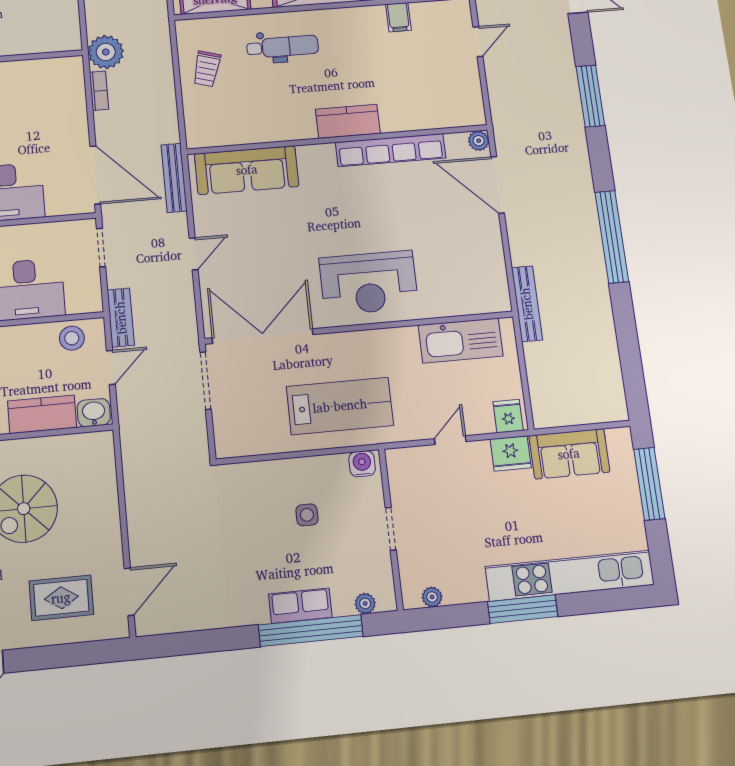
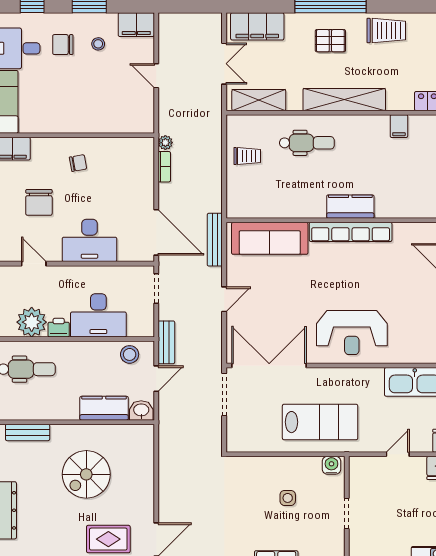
plant: (106, 52) -> (165, 143), width x0.53, depth x0.53
trolley: (207, 69) -> (247, 156), turned -106
row of seats: (391, 150) -> (351, 232), moved

